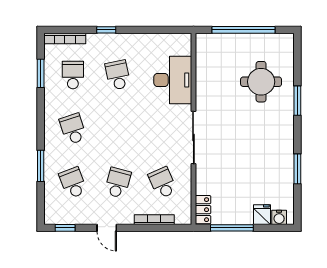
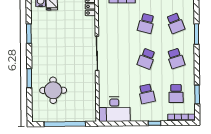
desk: (173, 80) -> (114, 109), moved, turned -90
school desk: (163, 183) -> (146, 59), moved, turned 45

